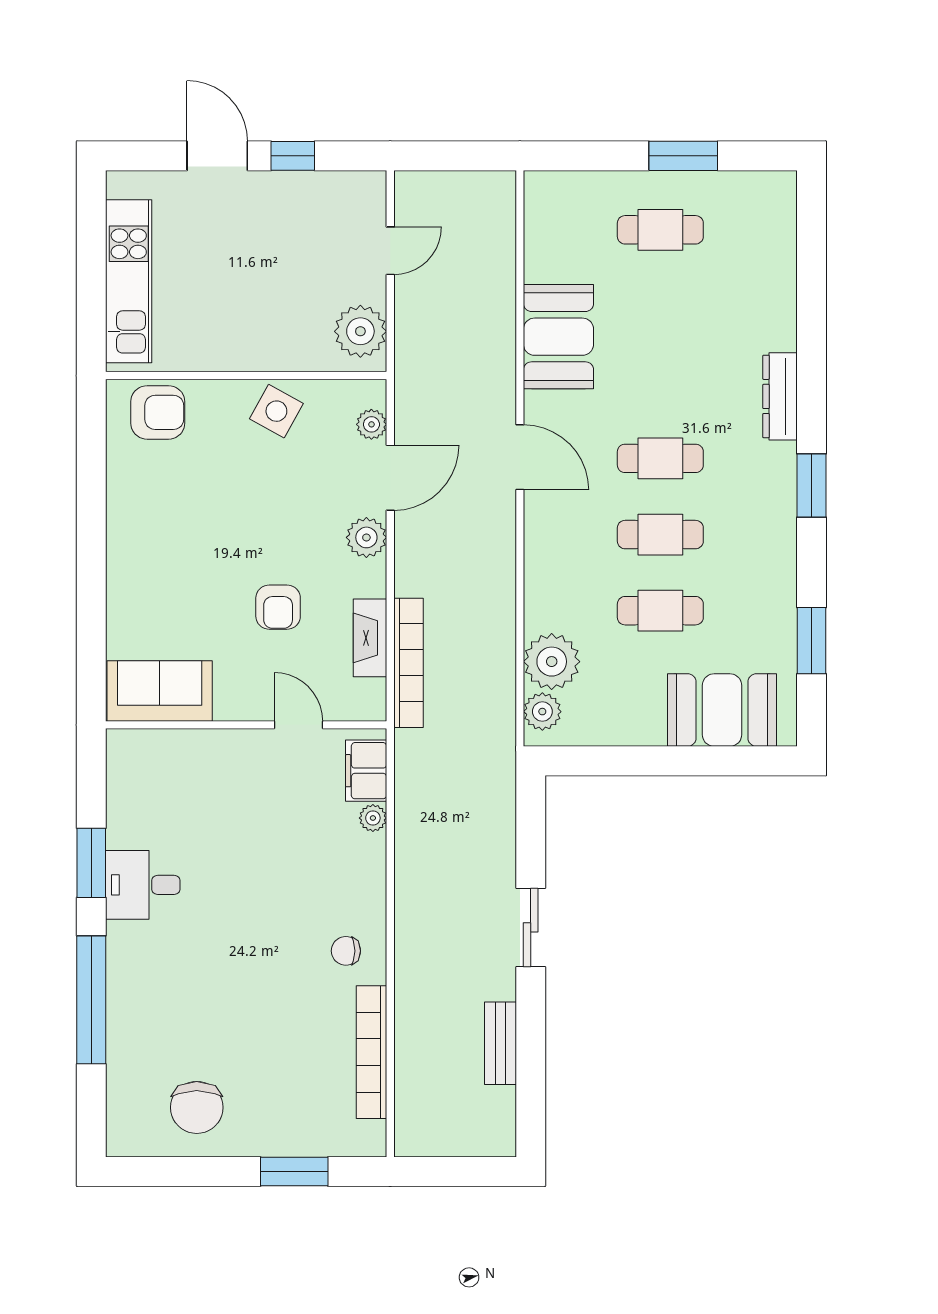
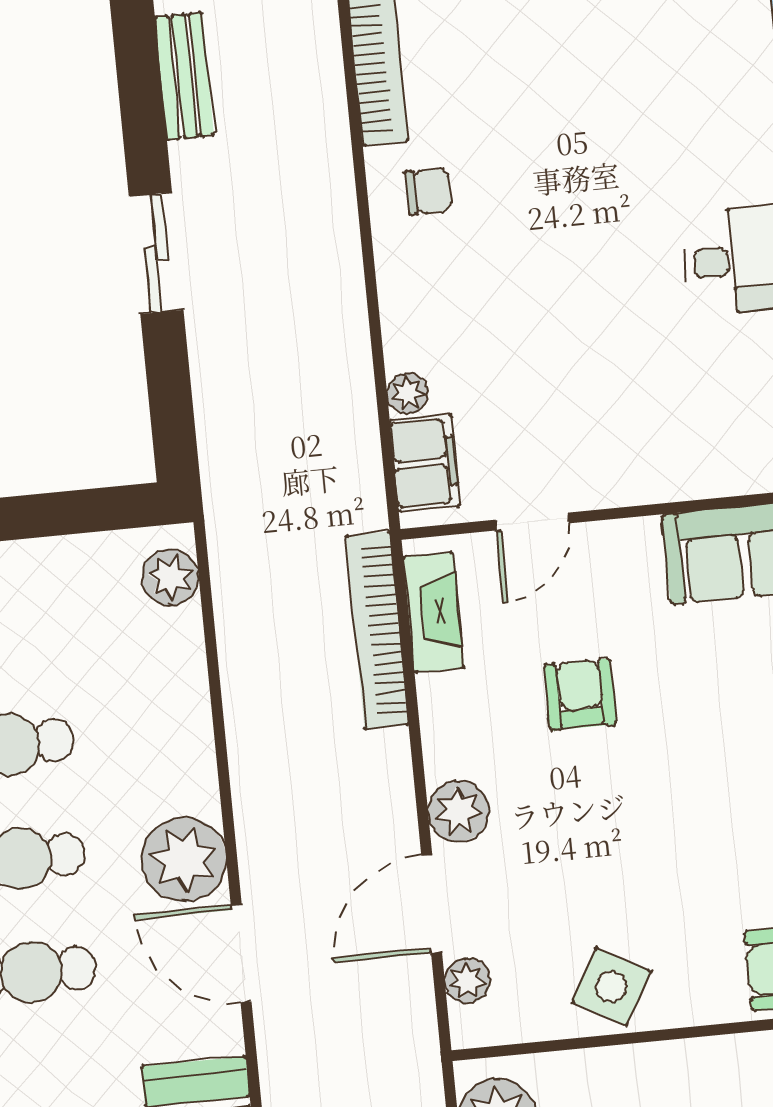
fireplace: (370, 638) -> (434, 612), moved
plant: (552, 662) -> (184, 859), moved
door: (298, 725) -> (532, 522), hinge flipped

